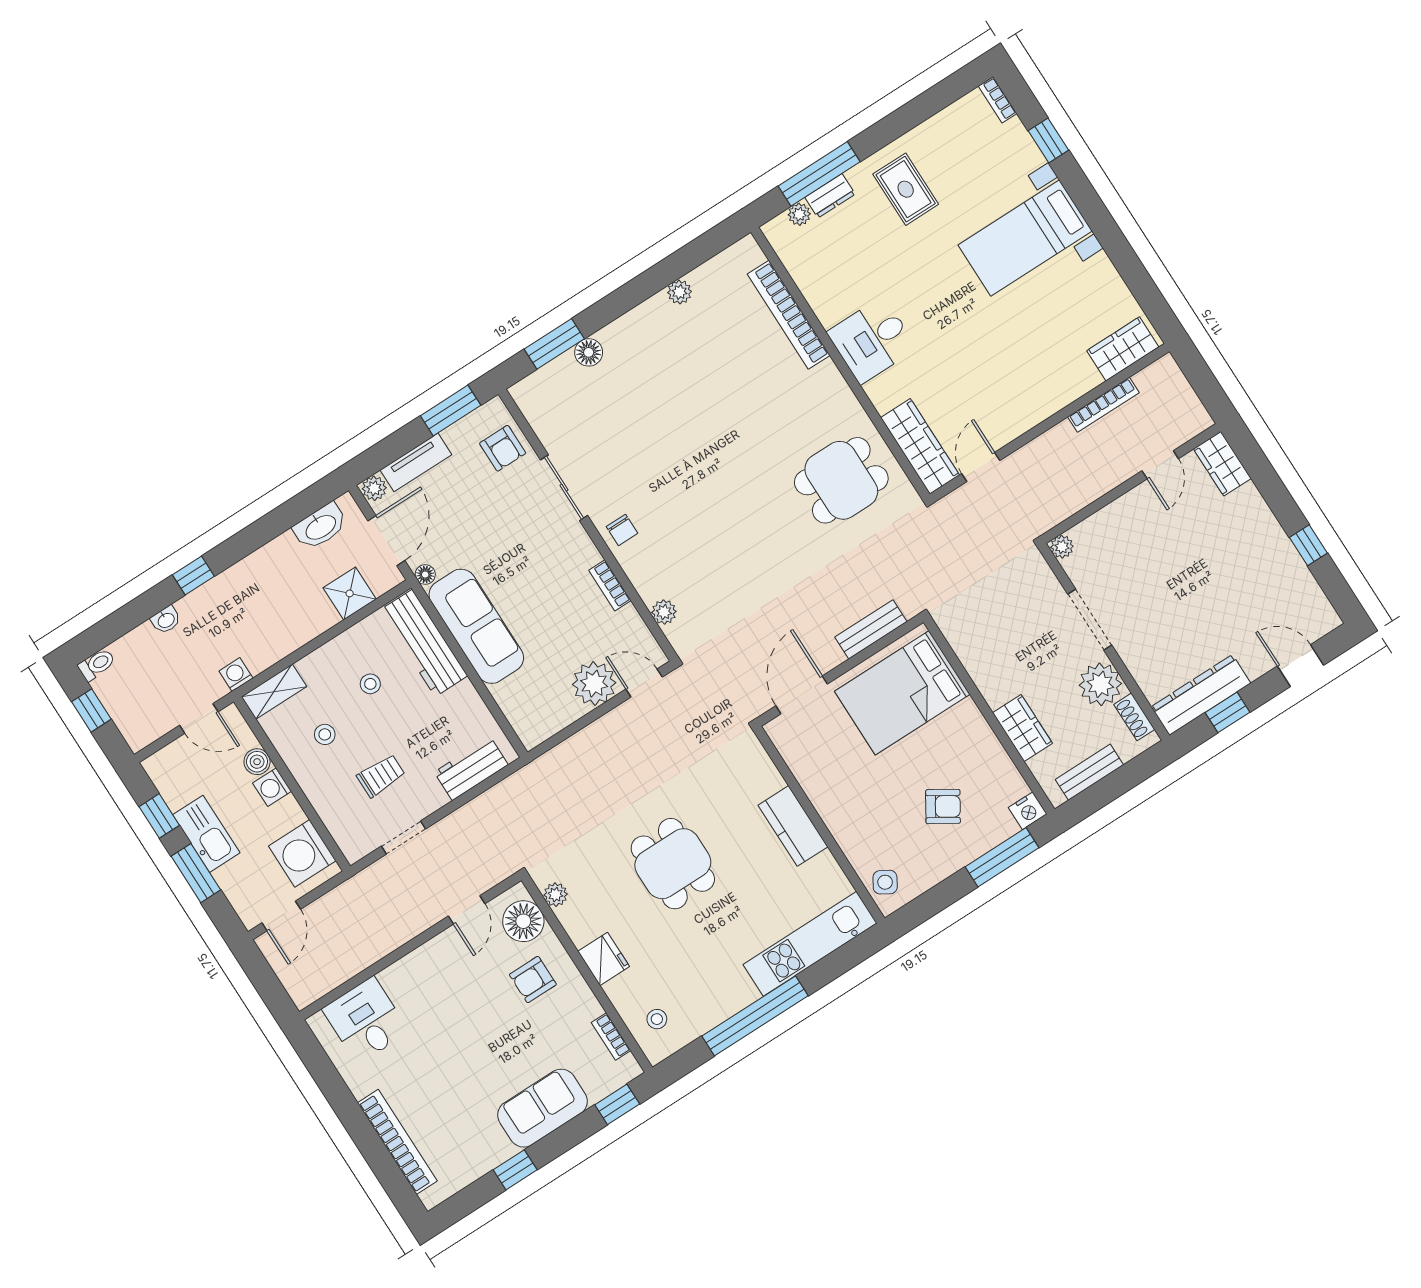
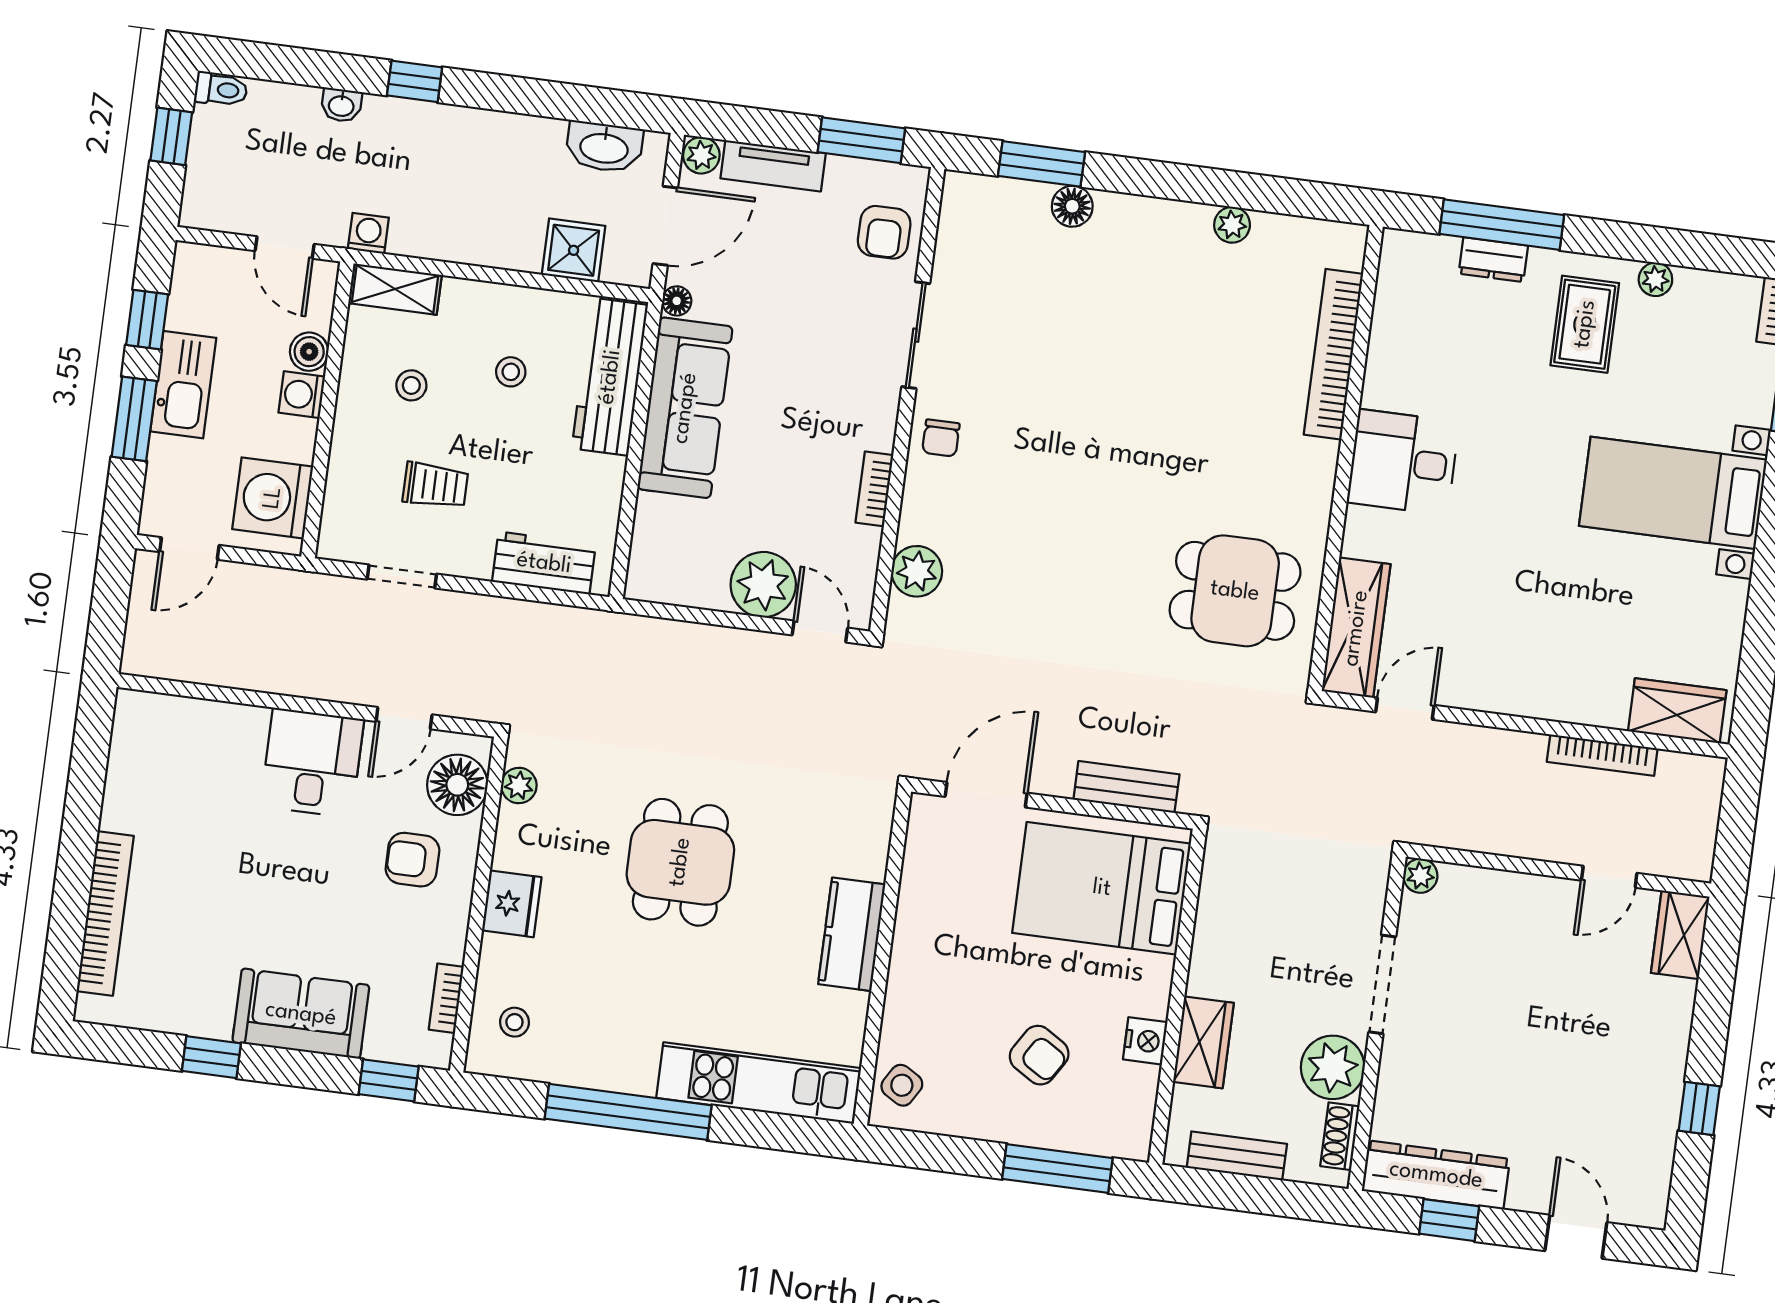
plant: (799, 214) -> (1655, 279), moved
plant: (664, 612) -> (917, 571), width x1.38, depth x1.38
nightstand: (1028, 811) -> (1145, 1041), moved, turned -90
desk: (366, 1020) -> (312, 763), moved

